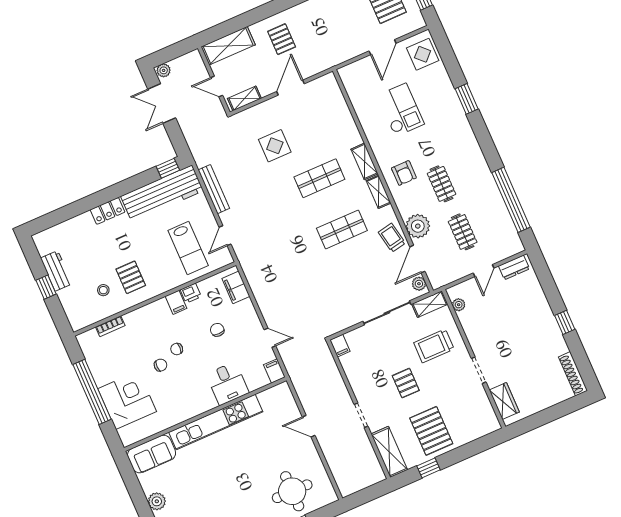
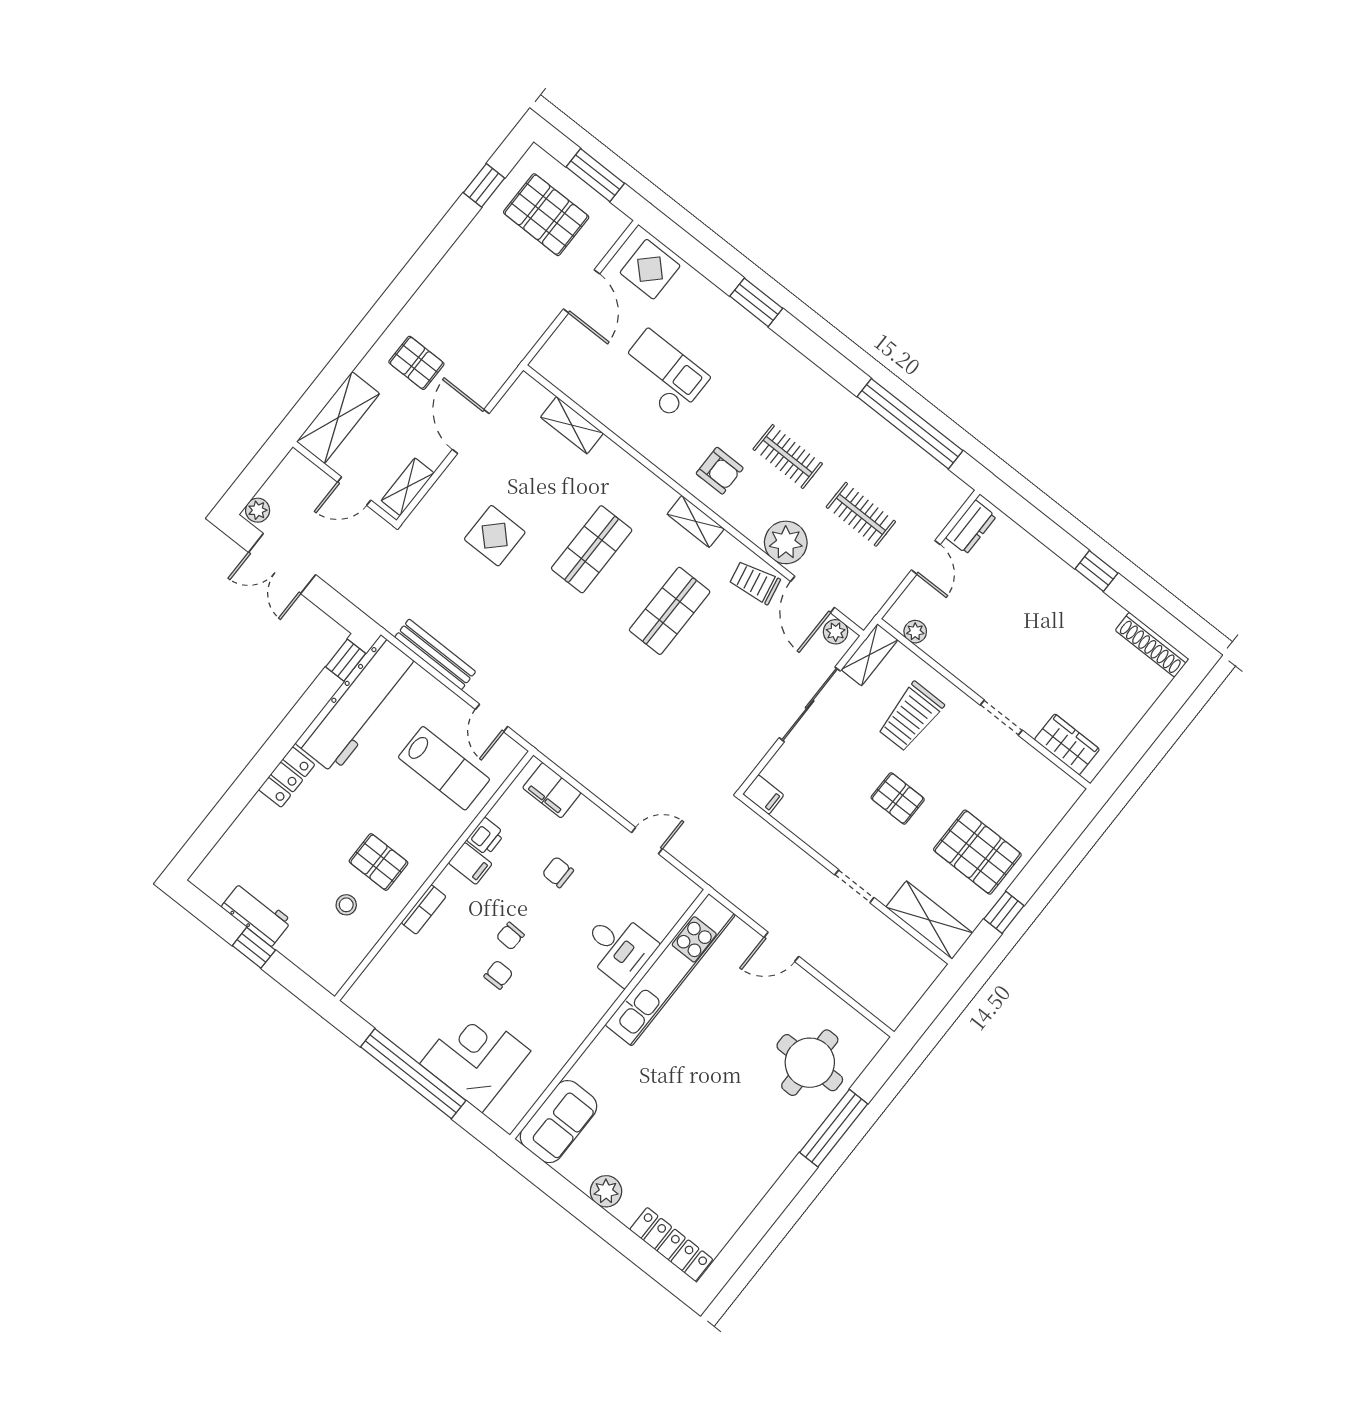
shelving: (364, 161) -> (572, 425), moved
bookcase: (110, 326) -> (424, 909), moved
filing cabinet: (274, 371) -> (682, 889), removed
kitchen unit: (216, 422) -> (670, 970), moved

